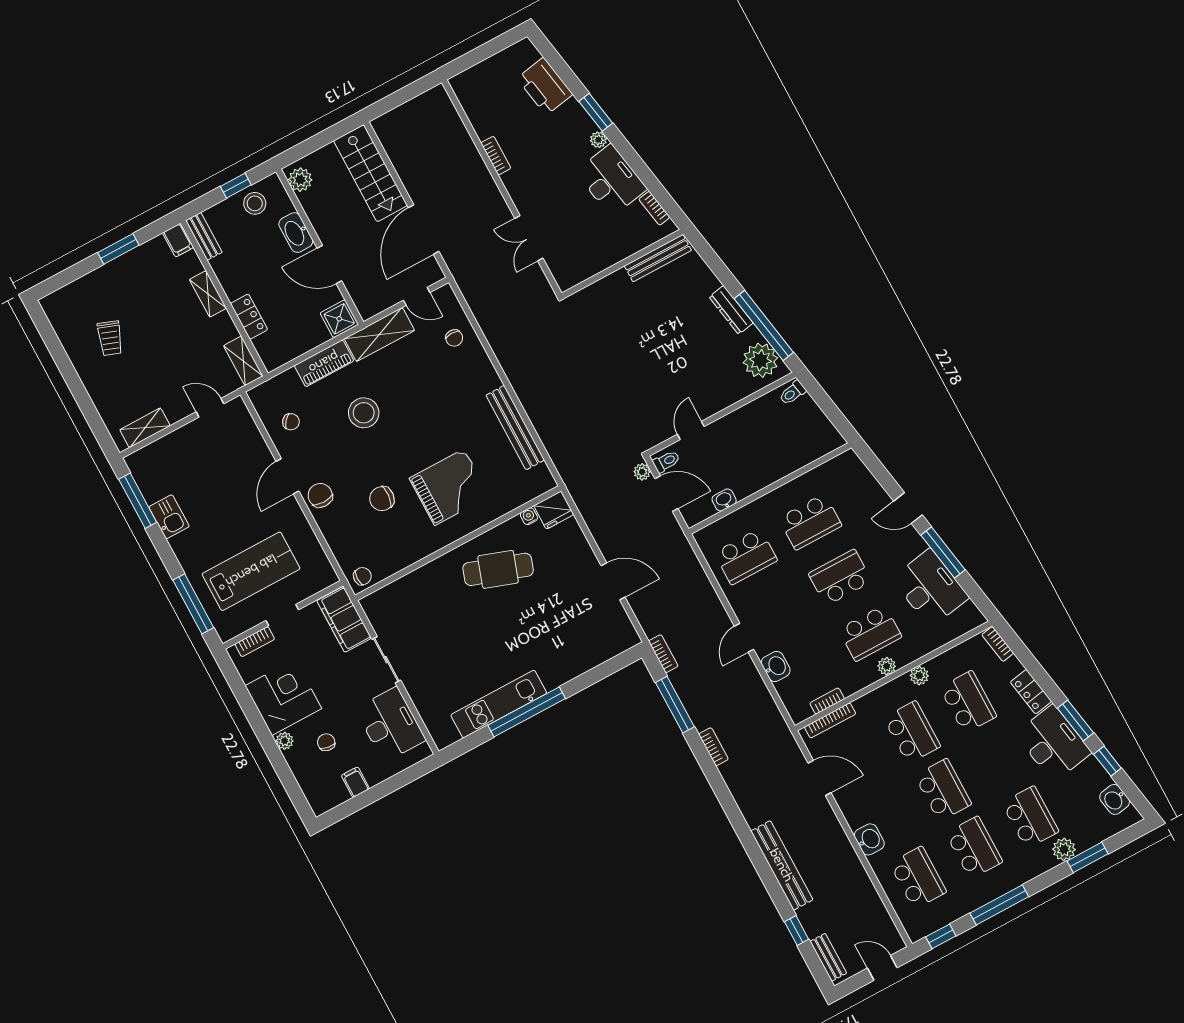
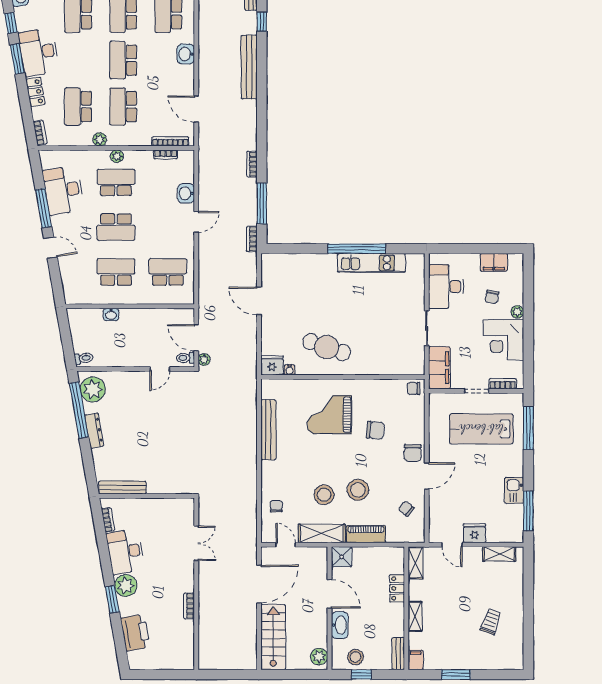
plant: (598, 140) -> (126, 586), width x1.87, depth x1.87
stool: (403, 384) -> (324, 495), added
fridge: (190, 437) -> (475, 533), added
washbasin: (724, 500) -> (111, 314), moved
filing cabinet: (355, 782) -> (494, 262), width x2.00

